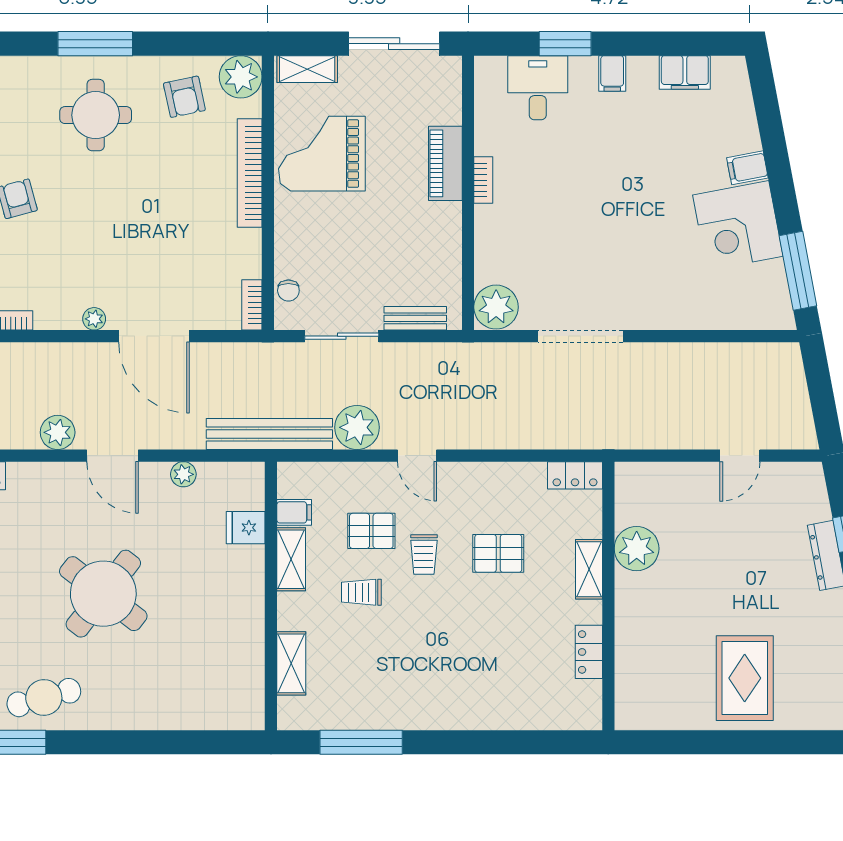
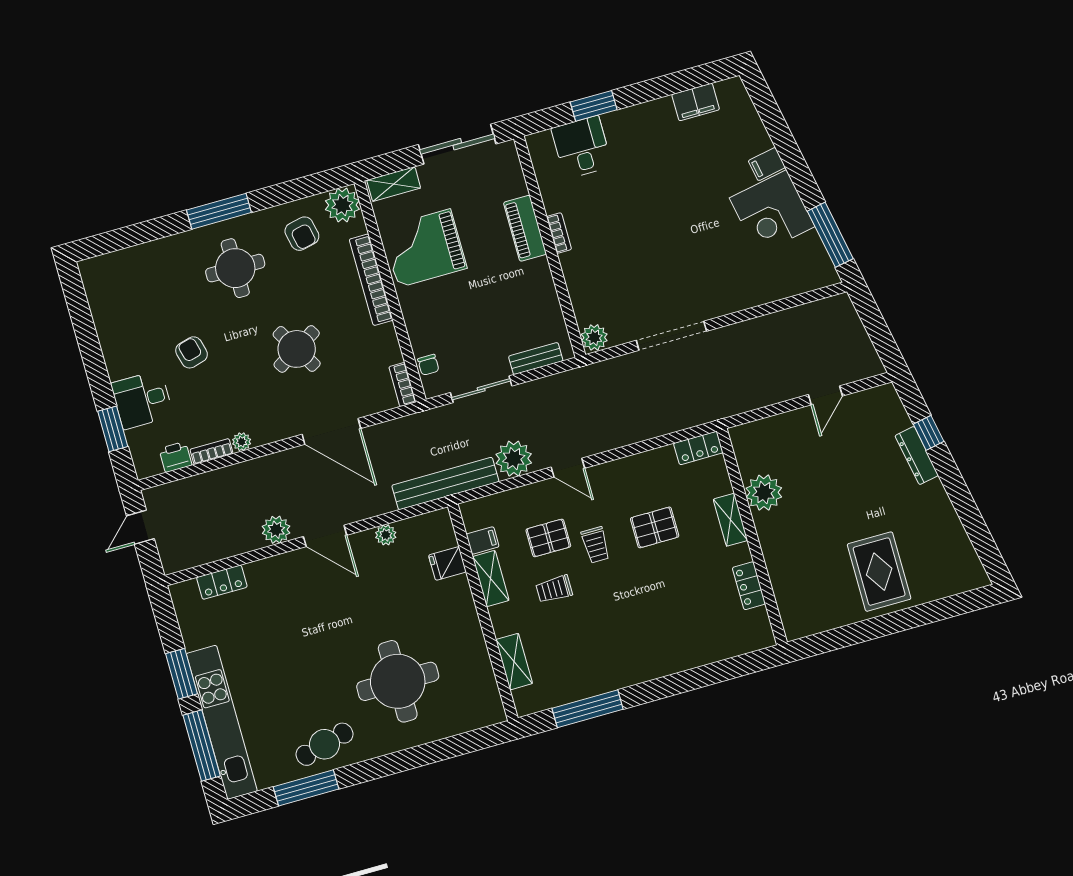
filing cabinet: (612, 73) -> (638, 119), removed
round table: (141, 229) -> (297, 349), added
plant: (496, 307) -> (594, 337), width x0.73, depth x0.73
plant: (94, 319) -> (242, 442), moved
round table: (103, 594) -> (398, 681), moved, turned -38

